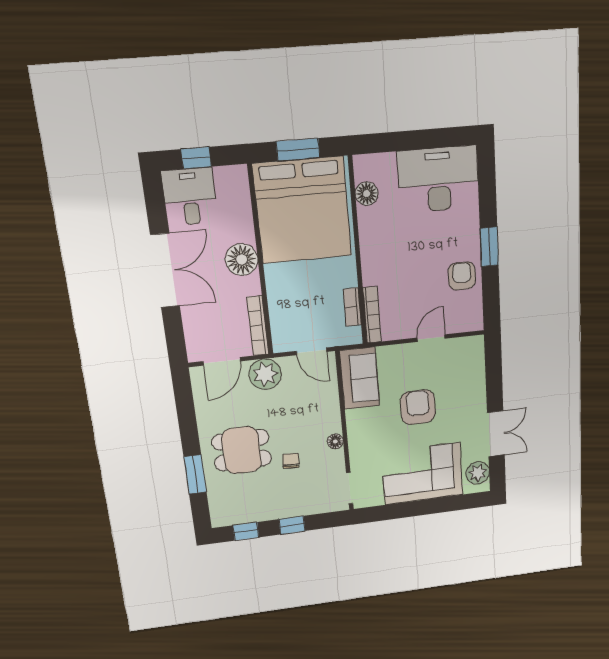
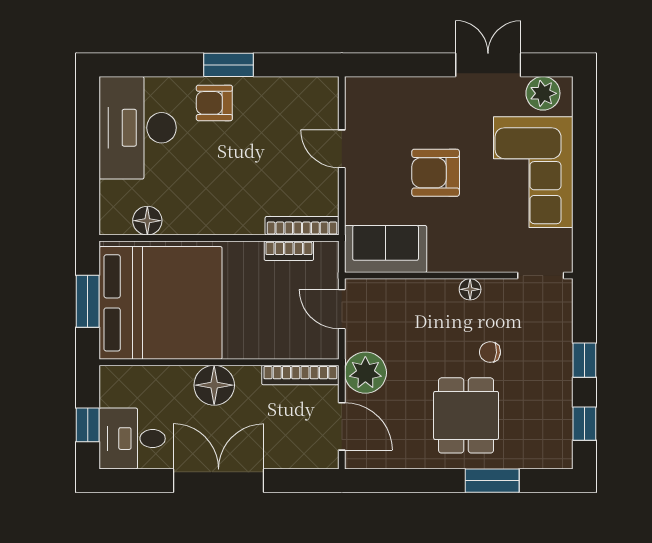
armchair: (462, 276) -> (214, 103), moved
door: (312, 351) -> (342, 309), swing flipped

